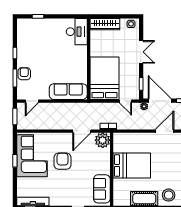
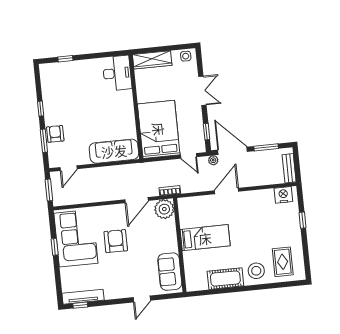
door: (165, 131) -> (227, 191), moved
bed: (132, 165) -> (205, 238), width x0.67

